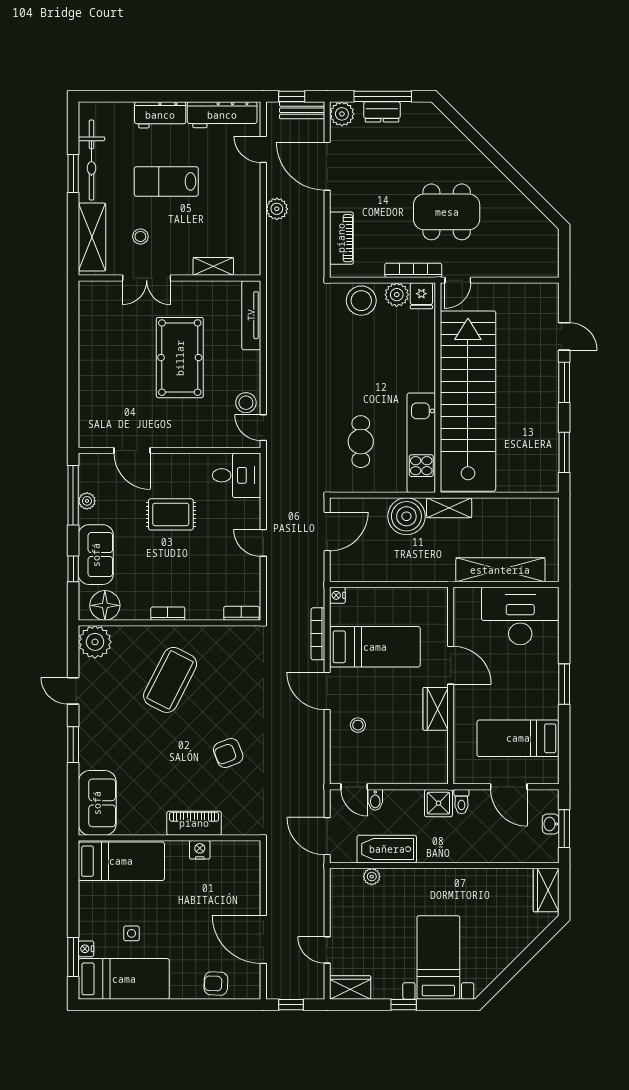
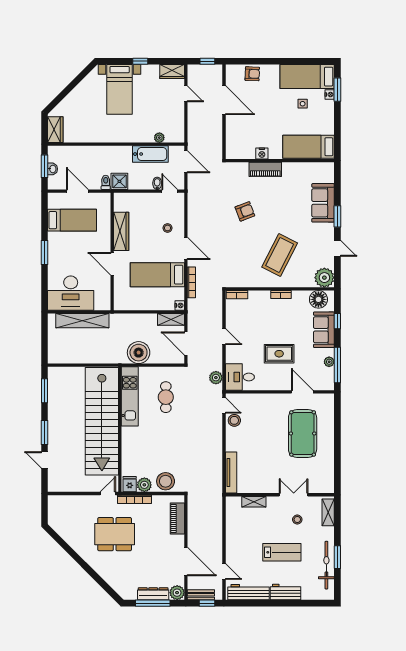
dresser: (382, 112) -> (153, 594), width x1.44
plant: (277, 209) -> (216, 378), moved
shelving: (92, 237) -> (328, 512), width x0.67, depth x0.75
pool table: (180, 358) -> (303, 433), moved
shelving: (449, 508) -> (171, 319), moved
door: (327, 531) -> (186, 344), hinge flipped
wardrobe: (436, 709) -> (121, 231), width x1.50
sofa: (97, 803) -> (323, 203), moved

